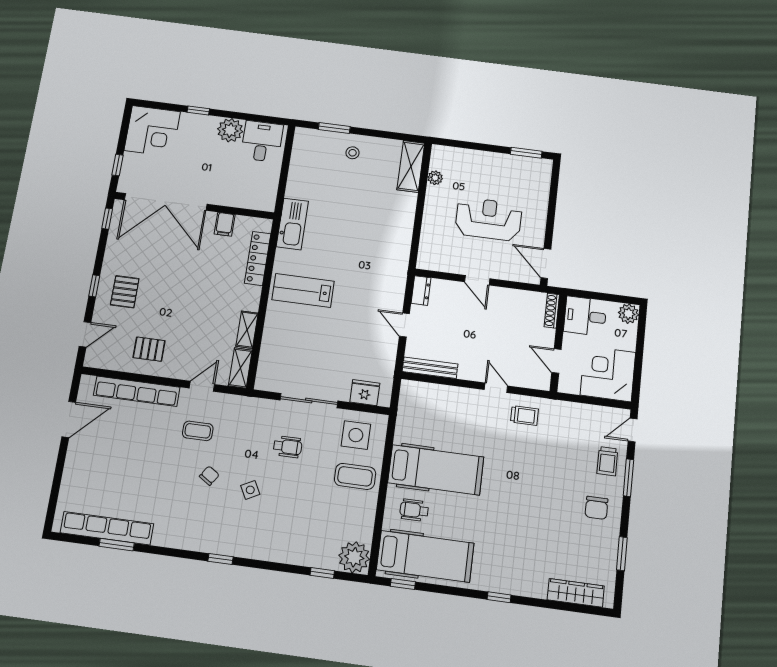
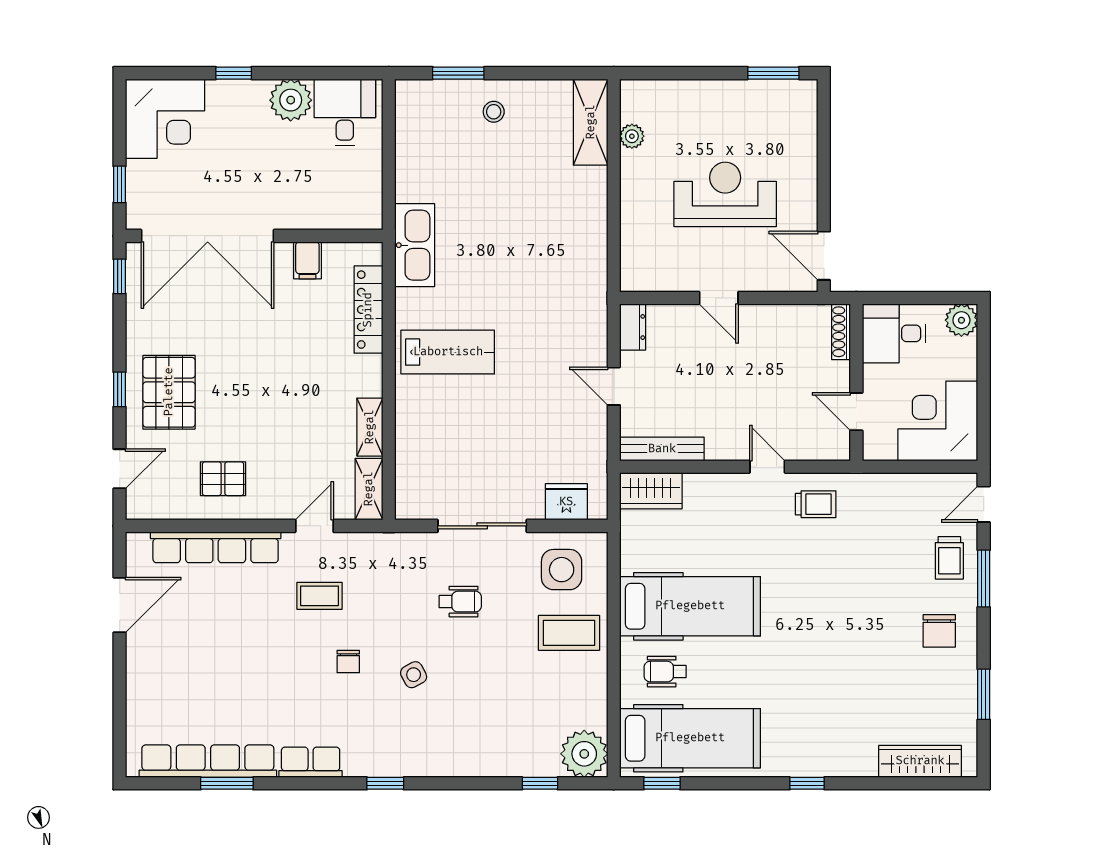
lab bench: (303, 290) -> (448, 352), turned 180
pallet: (125, 292) -> (169, 392), width x1.50, depth x1.42
wardrobe: (420, 393) -> (651, 491), added
chair: (209, 476) -> (348, 662), turned 147
row of seats: (174, 538) -> (311, 762), added

